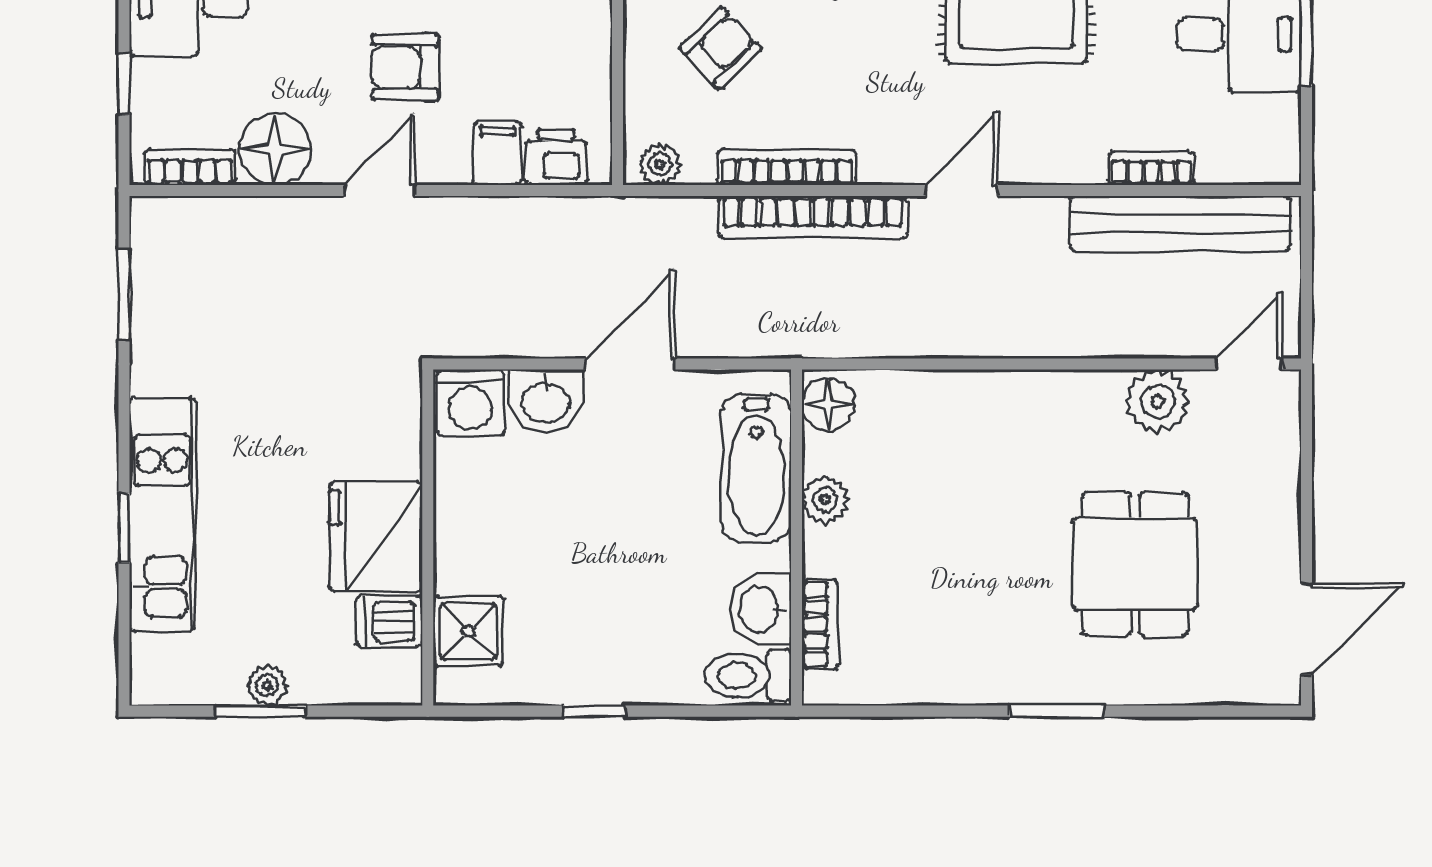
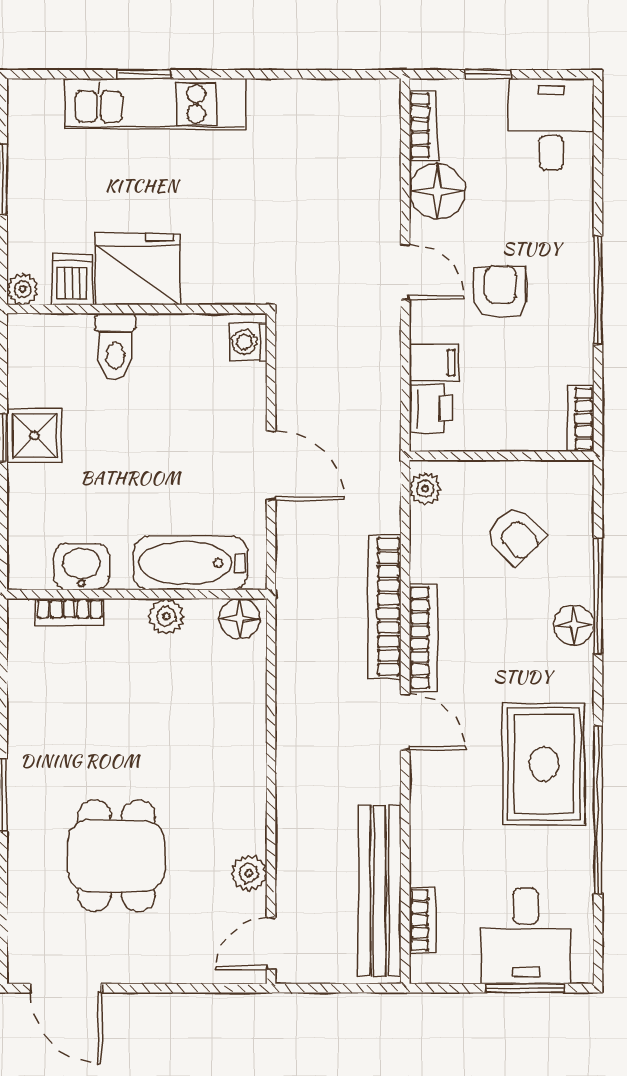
bookcase: (787, 167) -> (423, 638), moved
bookcase: (1152, 168) -> (422, 920), moved
window: (124, 294) -> (325, 74), removed
door: (1249, 364) -> (271, 944), swing flipped
washbasin: (545, 401) -> (242, 400), removed
plant: (1158, 401) -> (249, 873), width x0.73, depth x0.73
washing machine: (470, 403) -> (248, 342), width x0.73, depth x0.73
dining table: (1135, 564) -> (116, 856), turned 90
shower: (468, 631) -> (34, 436), moved
toilet: (748, 676) -> (115, 346), moved, turned 180
plant: (267, 685) -> (23, 289), moved

